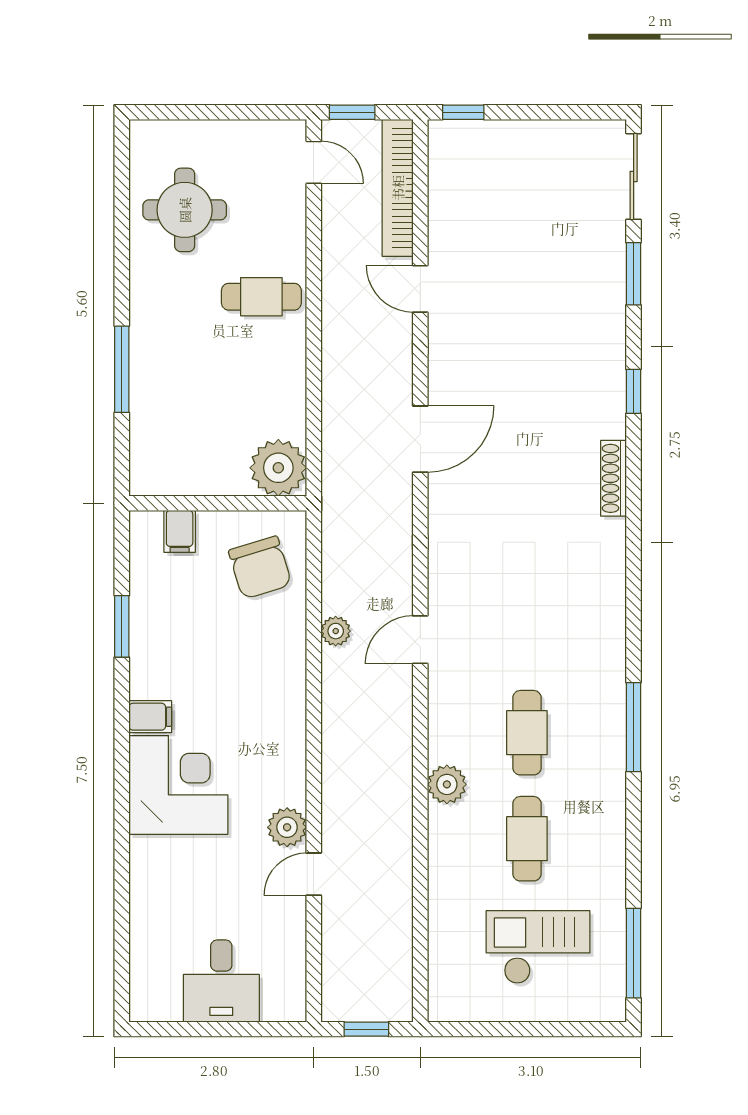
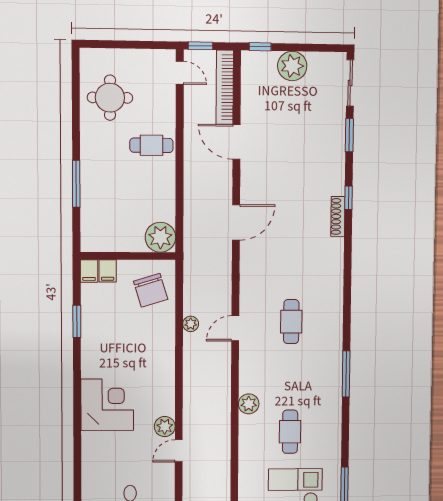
plant: (524, 147) -> (292, 66), added
door: (420, 289) -> (237, 142), width x1.38
shoe rack: (614, 478) -> (338, 216), moved
filing cabinet: (150, 717) -> (89, 271), moved, turned 90
cafe table: (527, 733) -> (291, 322), moved

